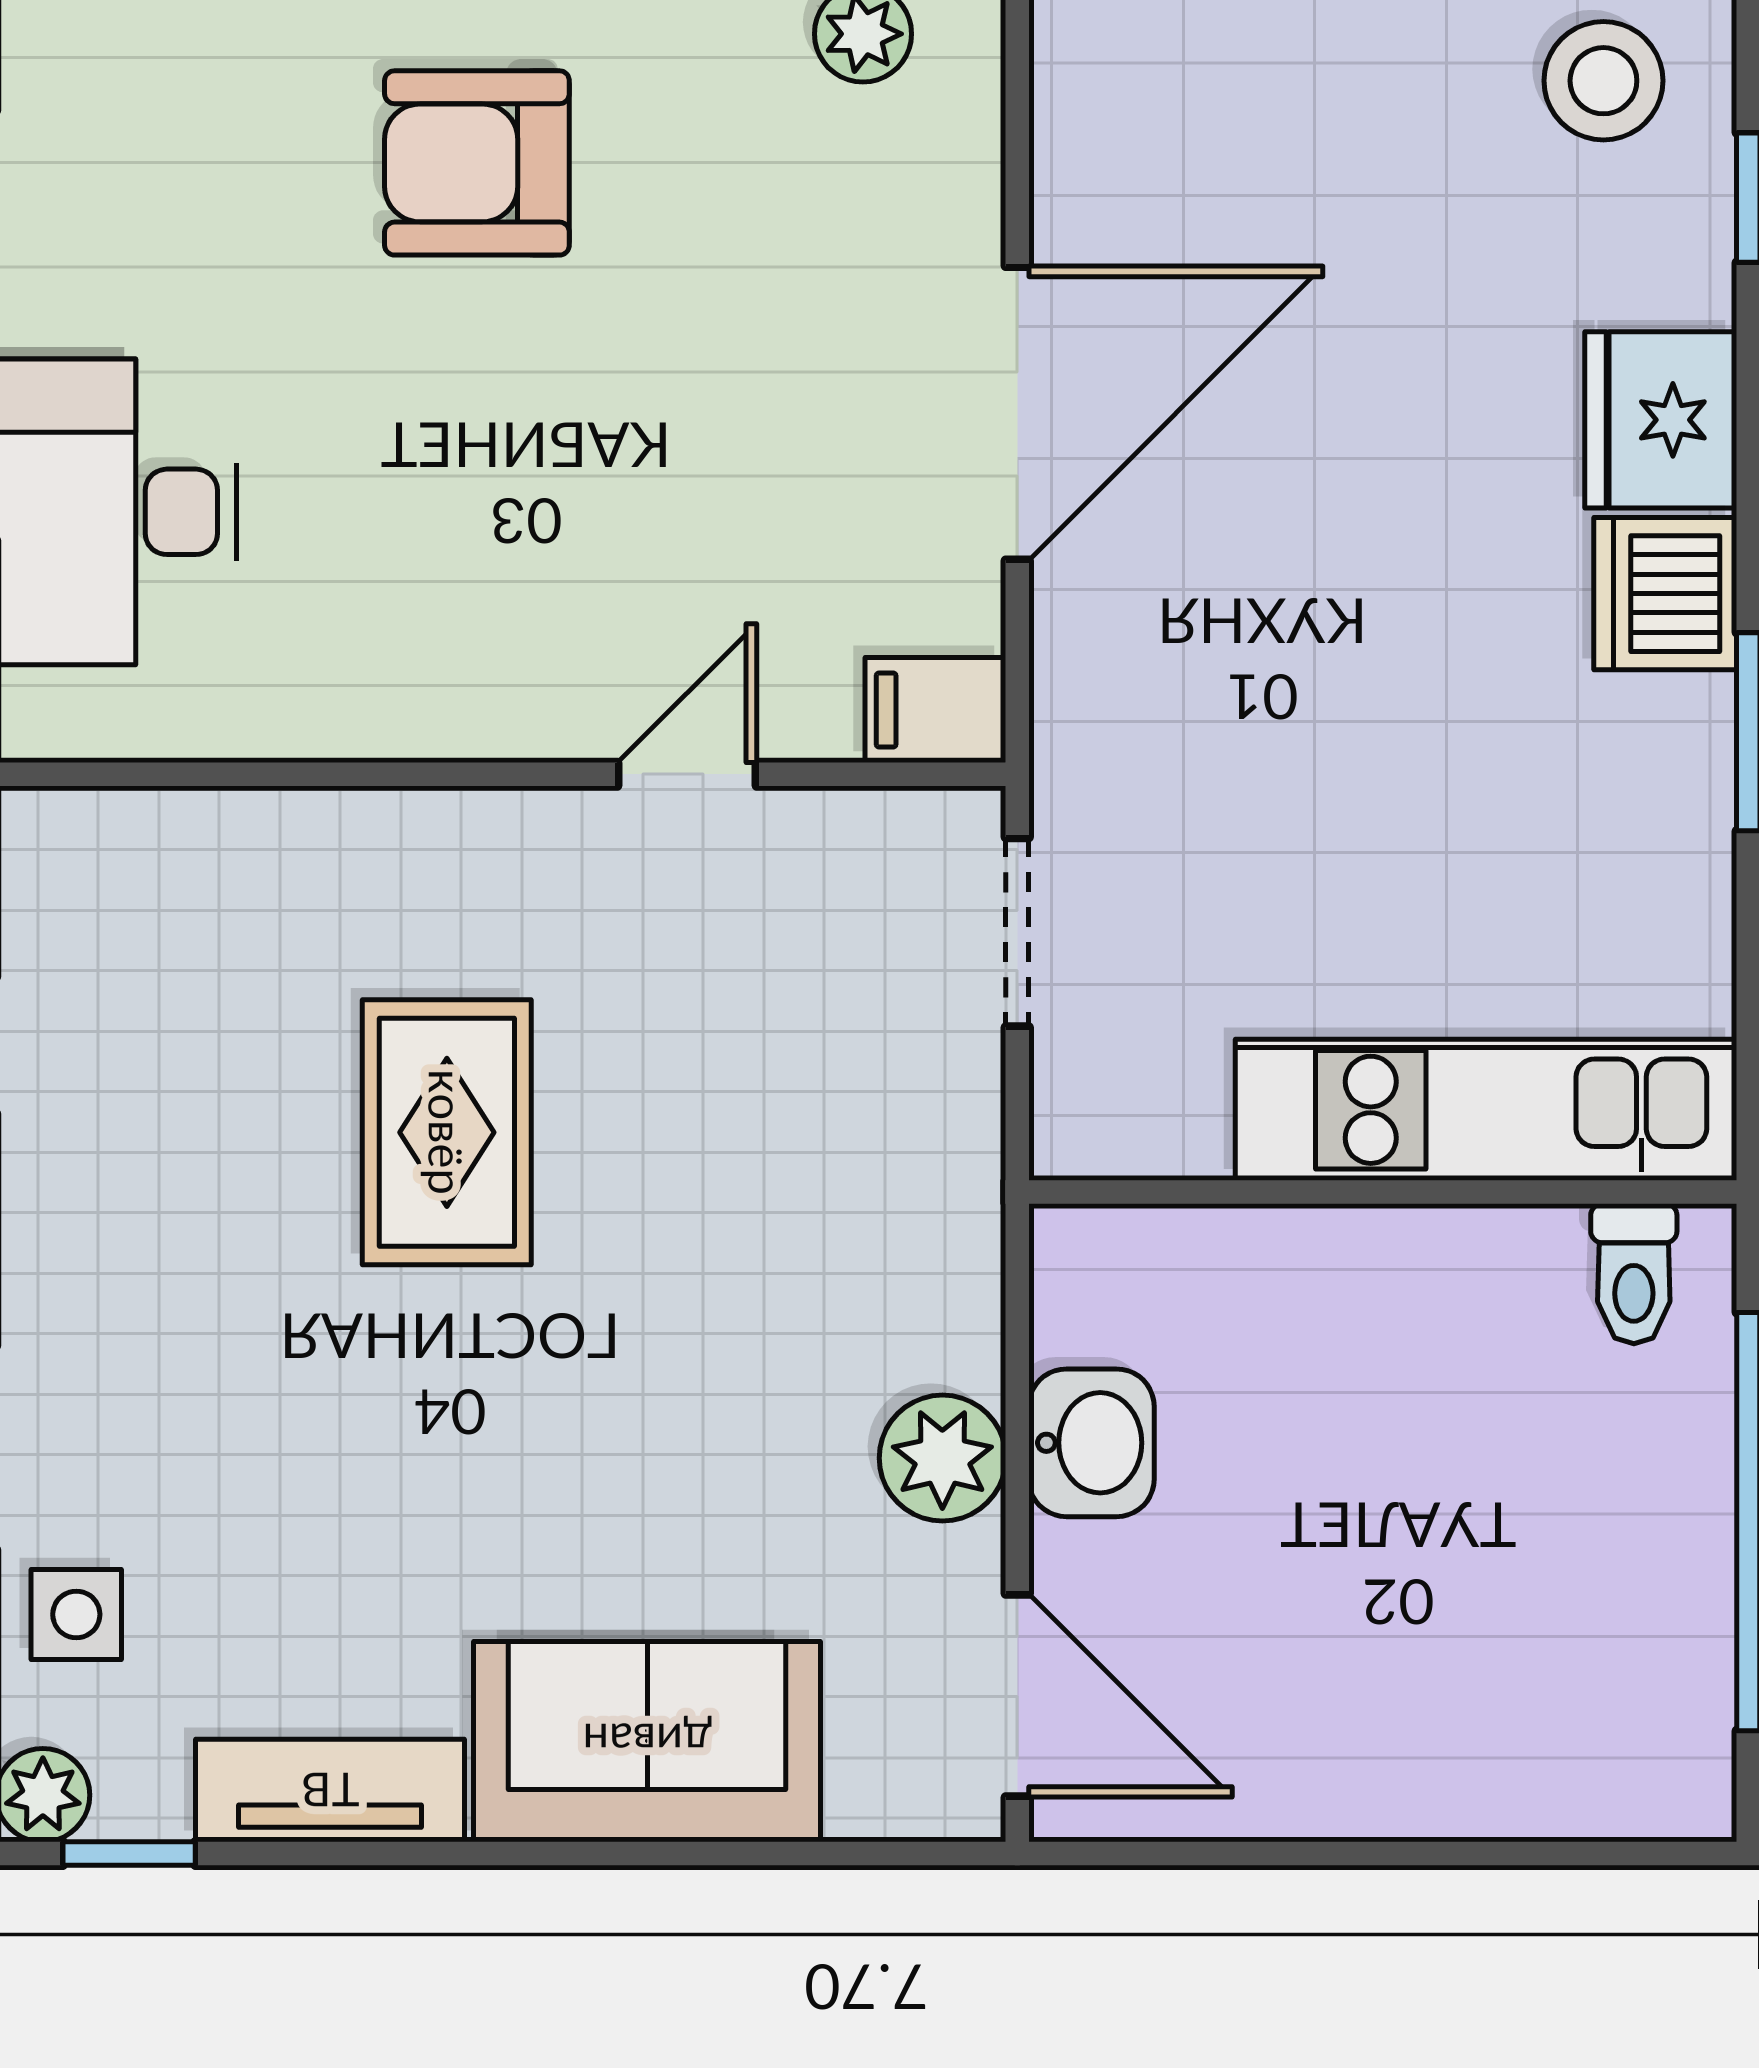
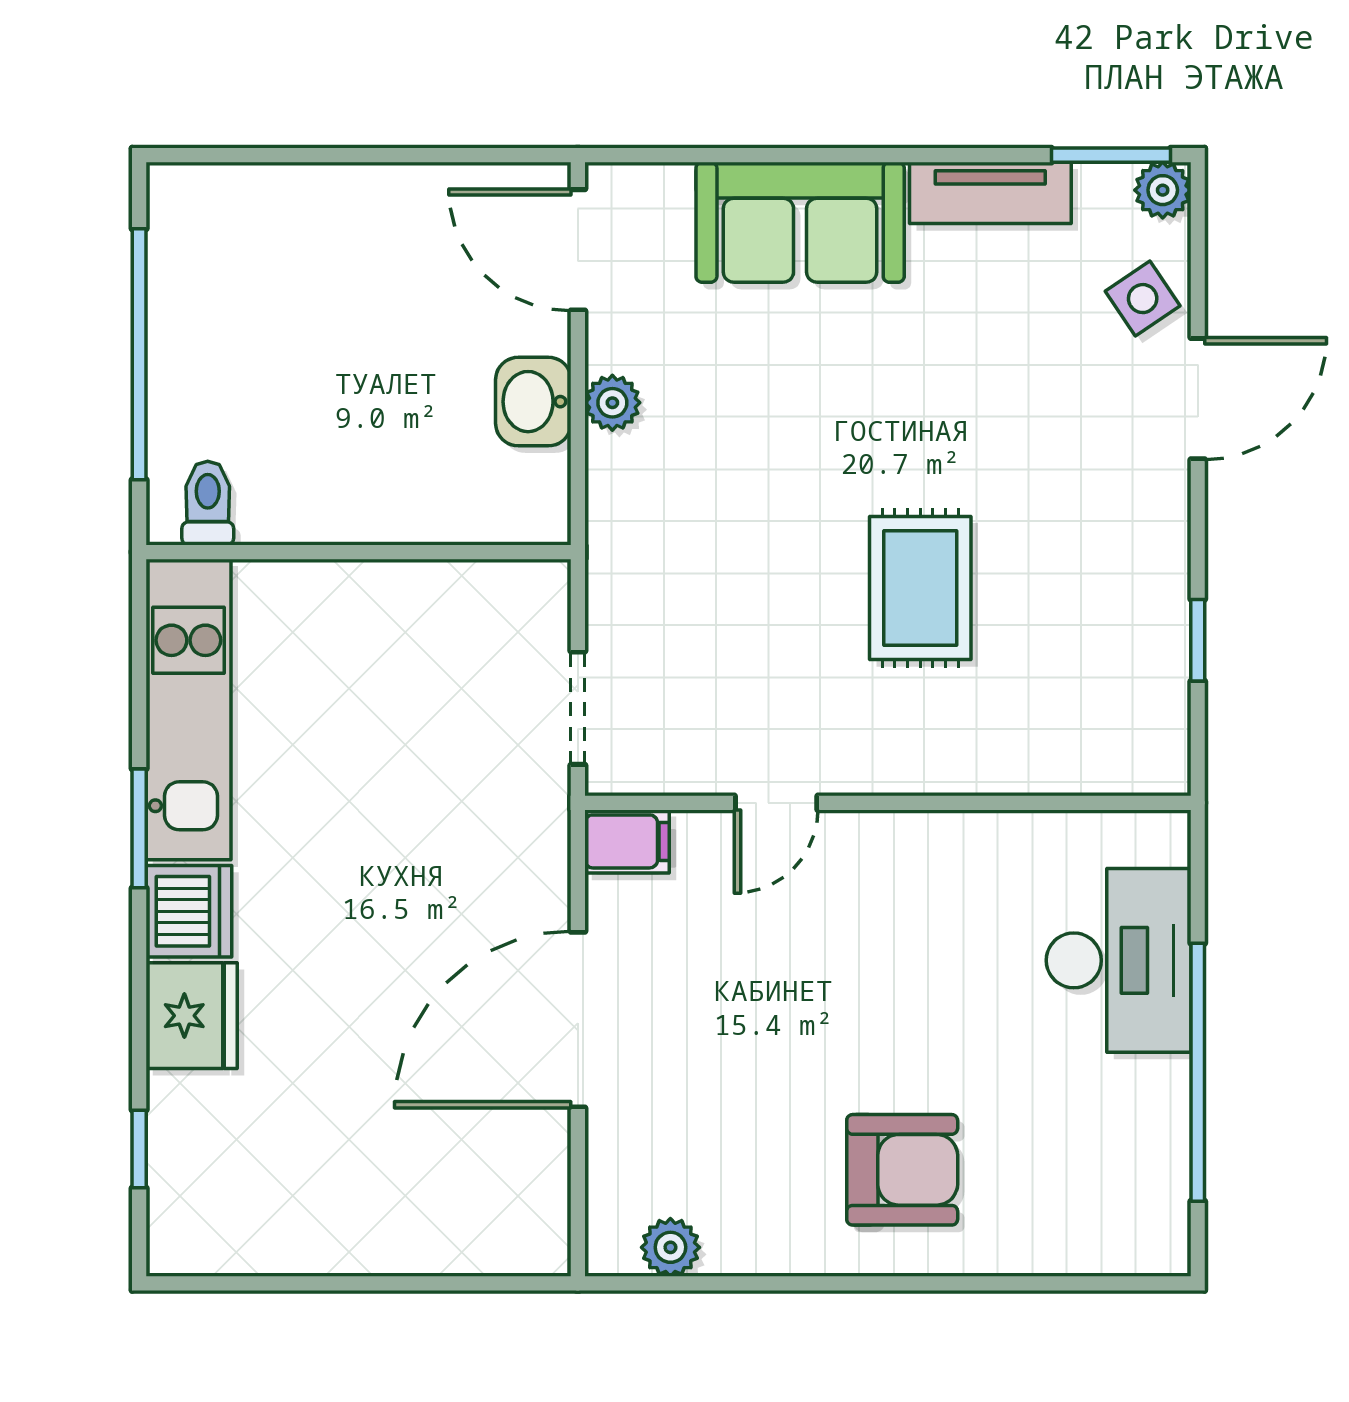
stool: (1603, 81) -> (226, 1219), removed
kitchen unit: (1486, 1110) -> (188, 709), moved, turned -90
plant: (942, 1458) -> (612, 403), width x0.73, depth x0.73
side table: (76, 1614) -> (1143, 299), turned -34
window: (129, 1853) -> (1111, 155), width x1.50

